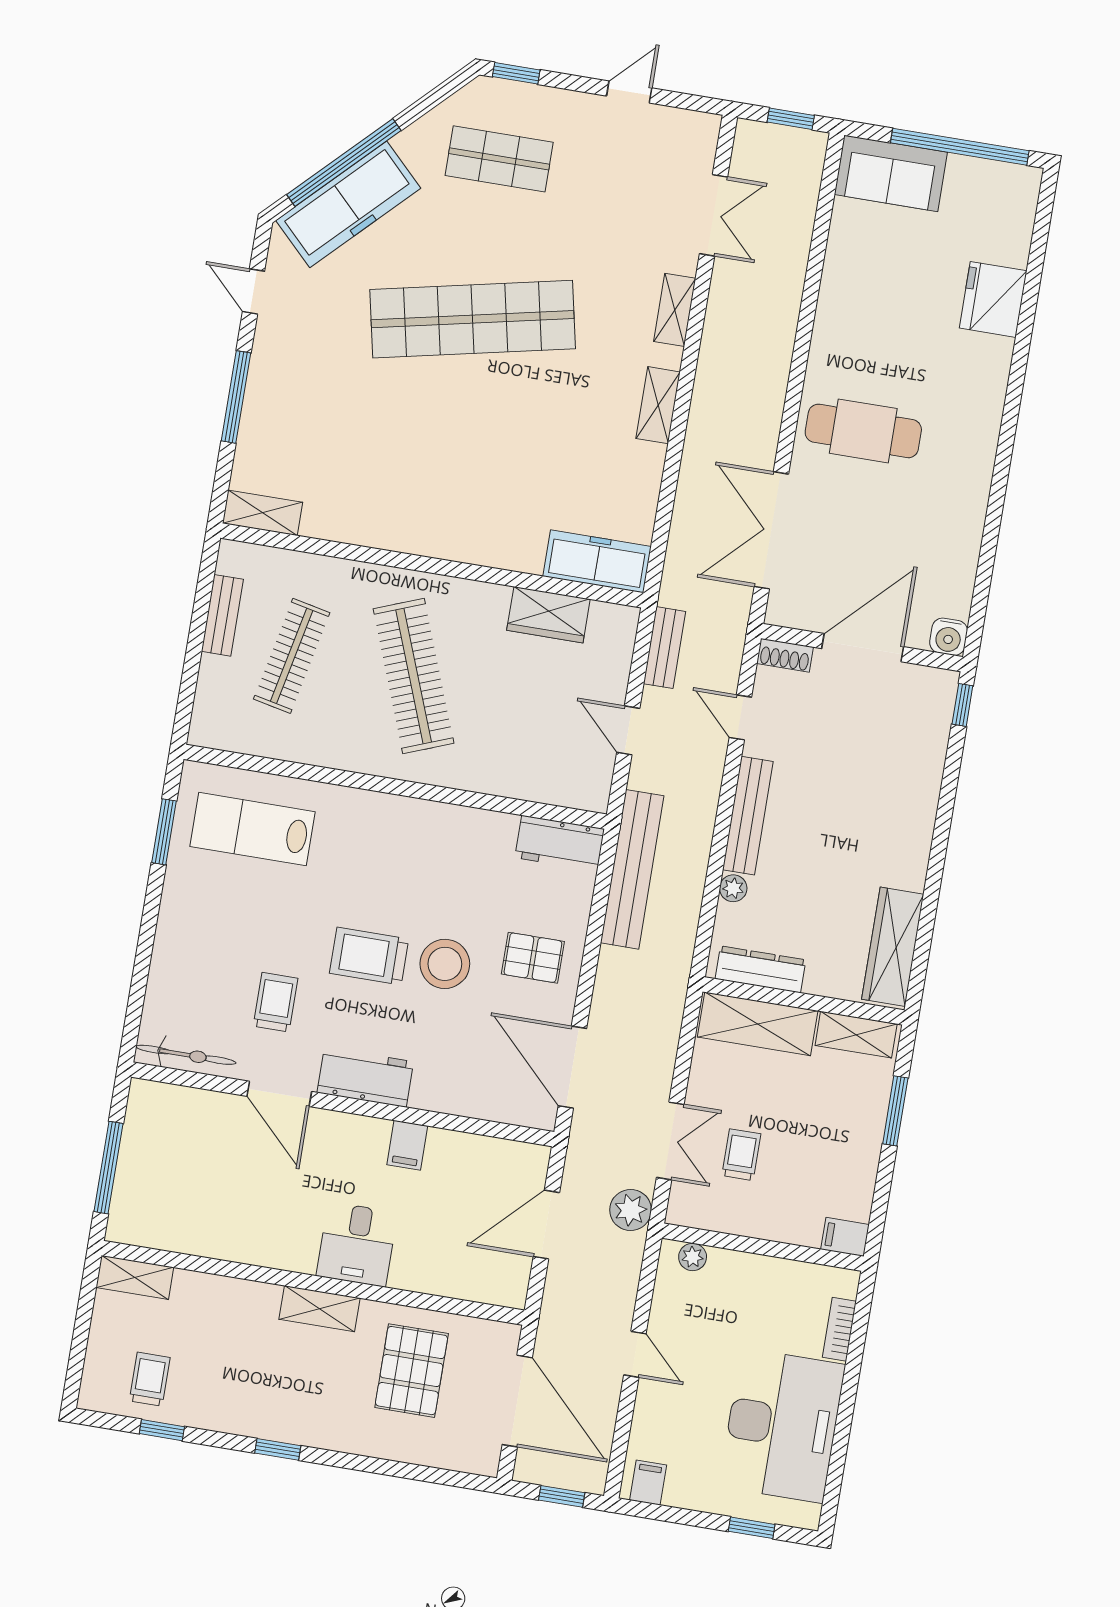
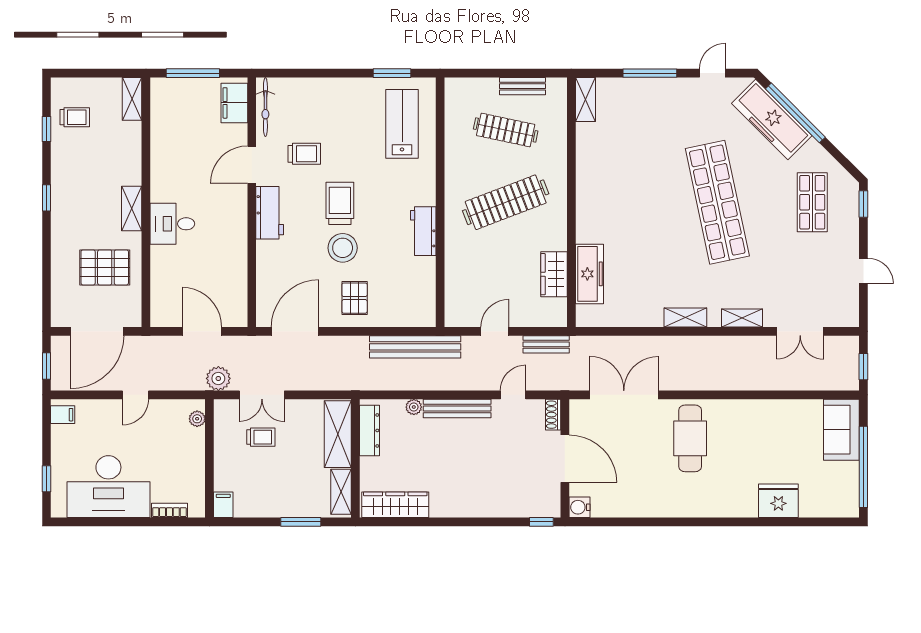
freezer: (597, 561) -> (589, 274), moved
workbench: (560, 843) -> (423, 231), moved
filing cabinet: (407, 1145) -> (234, 103), moved, width x2.00

